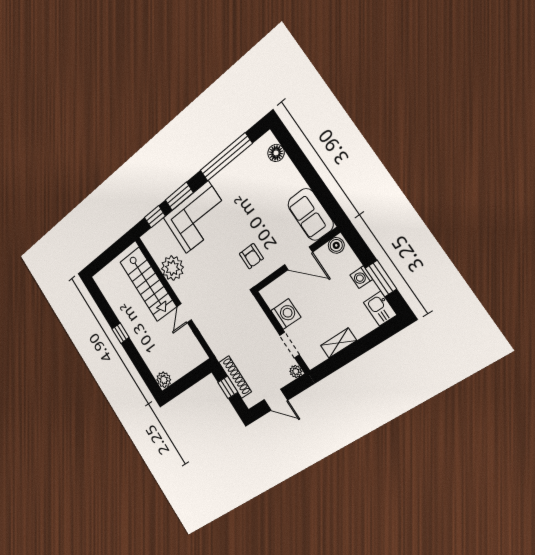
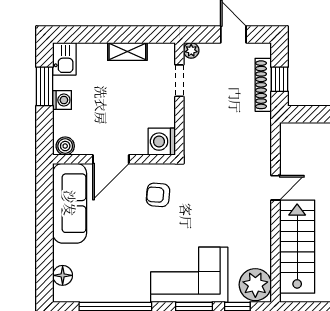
sofa: (311, 214) -> (70, 203), width x1.36
armchair: (251, 256) -> (158, 195), turned -85
door: (298, 259) -> (111, 159), swing flipped
plant: (172, 268) -> (255, 285), moved
washing machine: (286, 314) -> (162, 142), moved

